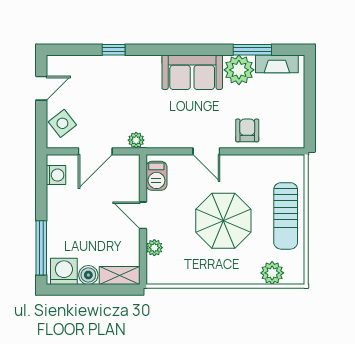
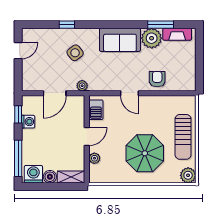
side table: (62, 123) -> (75, 53), moved
washing machine: (56, 175) -> (28, 122), moved
window: (41, 183) -> (18, 114), added
door: (143, 215) -> (87, 136), swing flipped
parasol: (223, 221) -> (145, 153), moved
plant: (272, 273) -> (188, 175), moved

